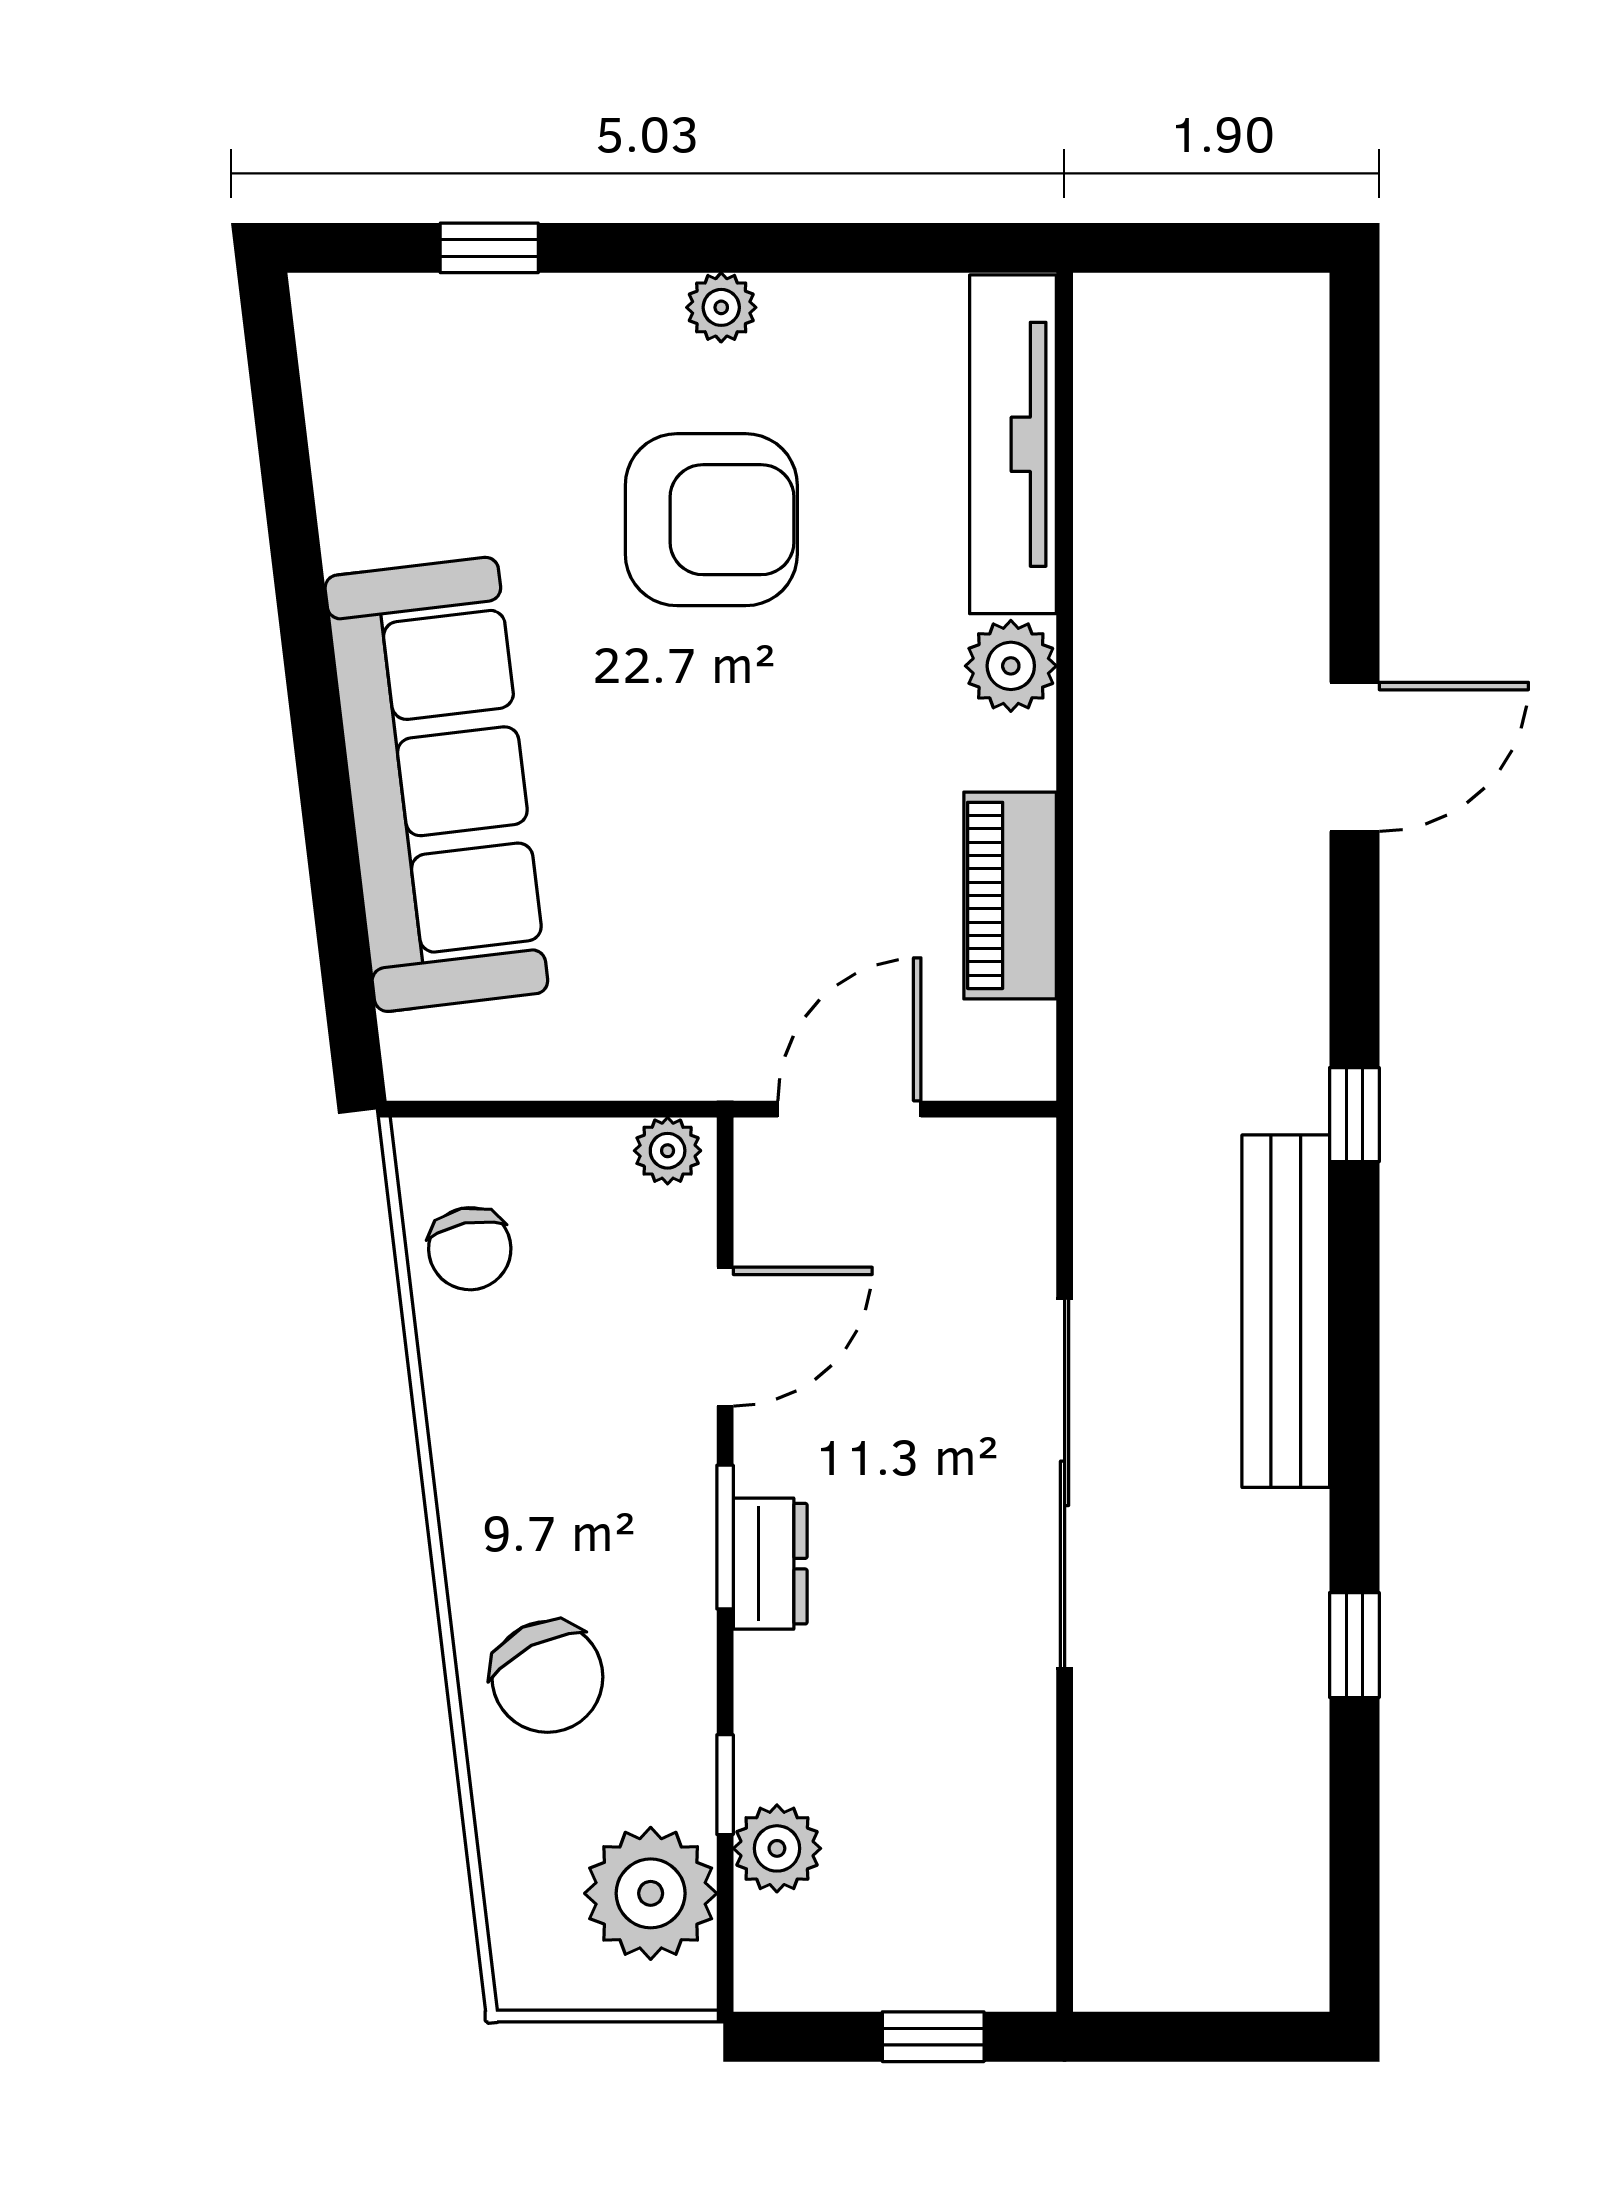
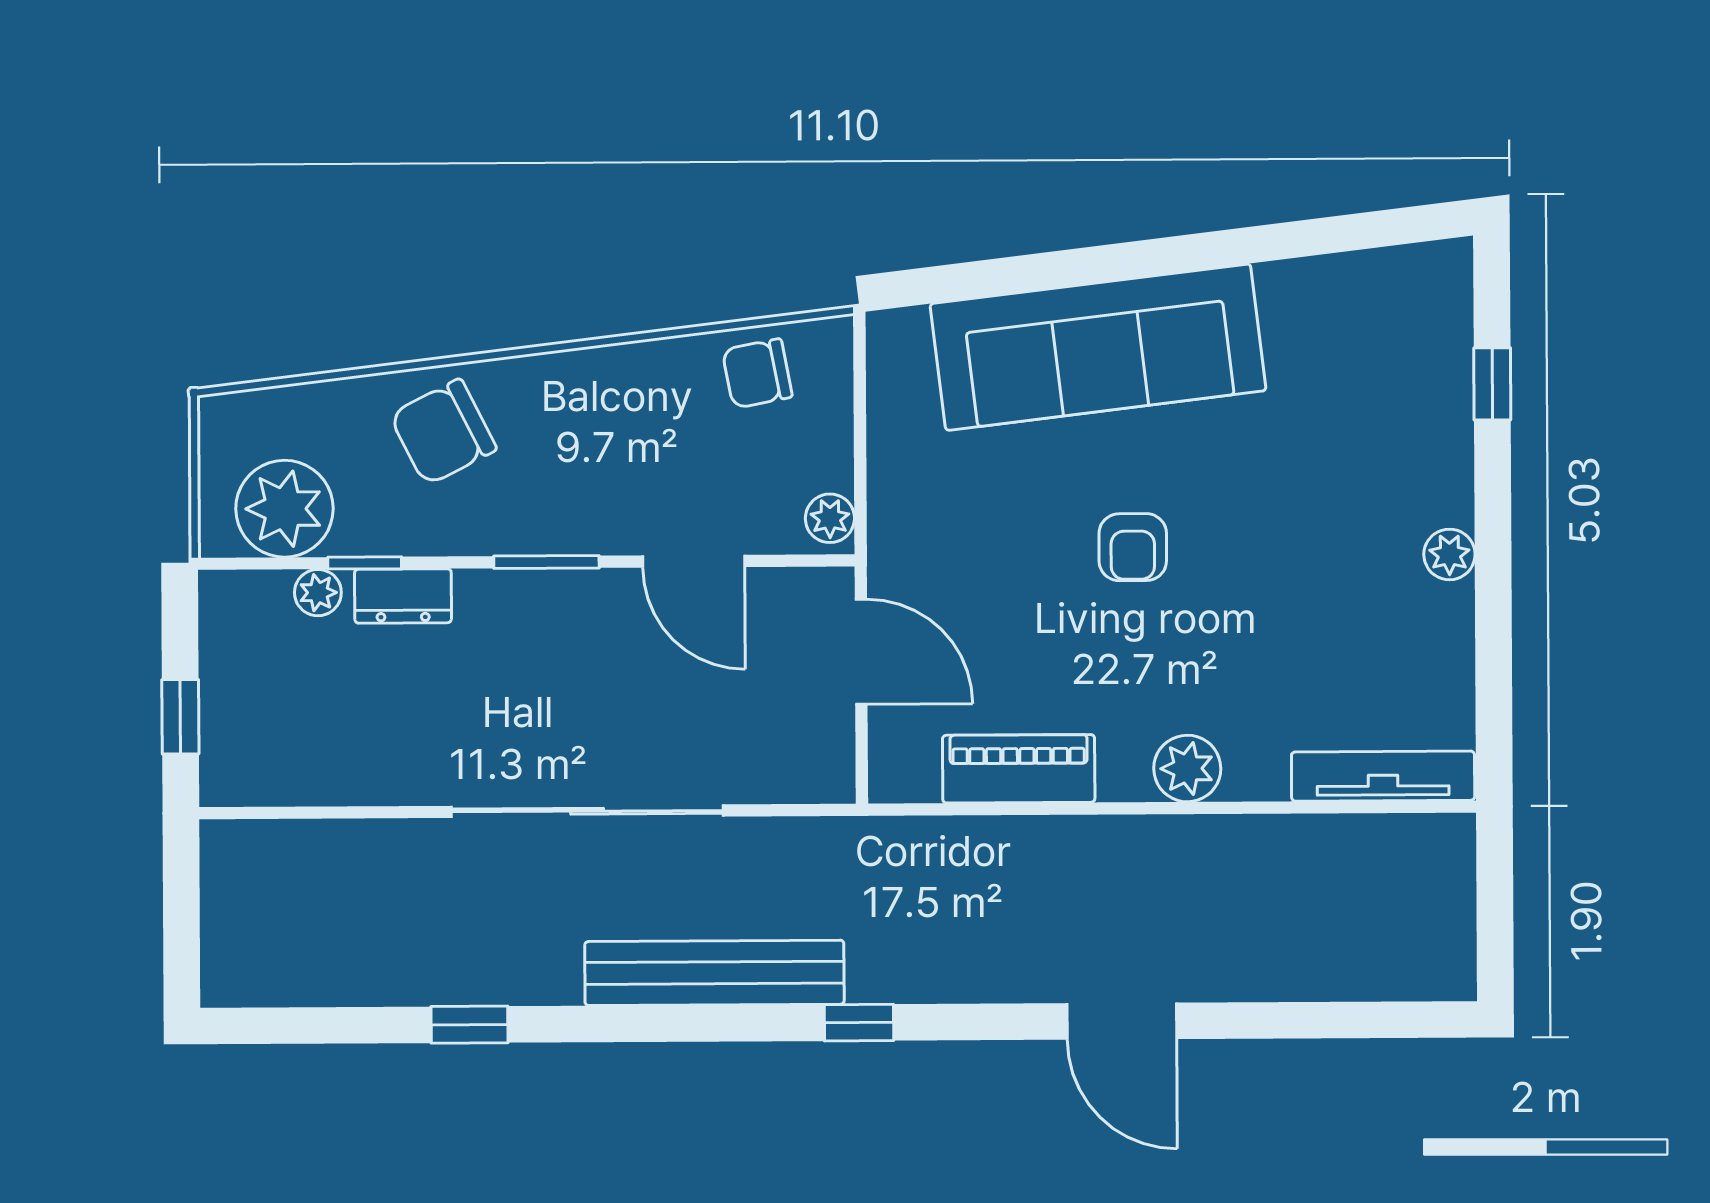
tv unit: (1013, 444) -> (1383, 776), width x0.73, depth x0.78
armchair: (711, 520) -> (1133, 547), moved, width x0.53, depth x0.53
dresser: (770, 1564) -> (403, 596), moved
plant: (777, 1848) -> (318, 593), width x0.73, depth x0.73

